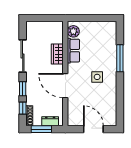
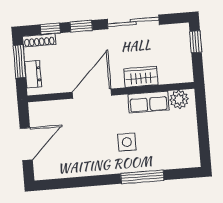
window: (38, 18) -> (196, 42), added
side table: (97, 77) -> (127, 142), moved

